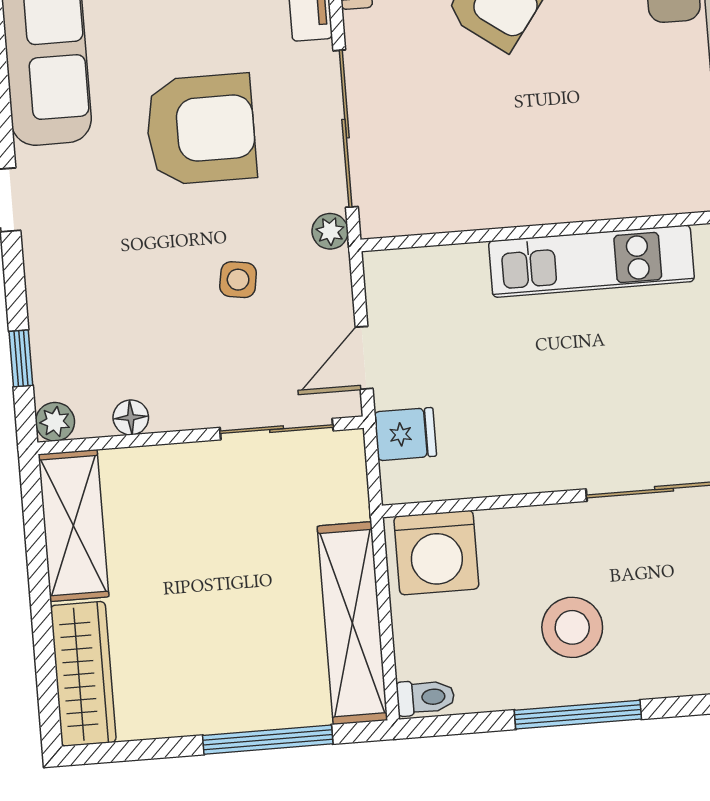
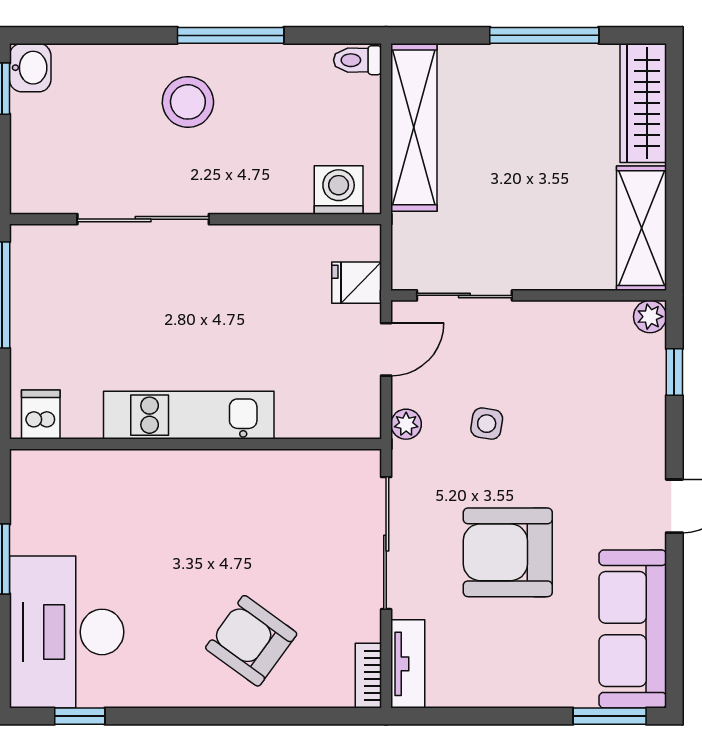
plant: (330, 231) -> (406, 424), moved
floor lamp: (131, 417) -> (586, 315), removed
washing machine: (436, 553) -> (339, 190), width x0.73, depth x0.73
stool: (572, 627) -> (188, 102), moved
window: (268, 740) -> (544, 35), moved

